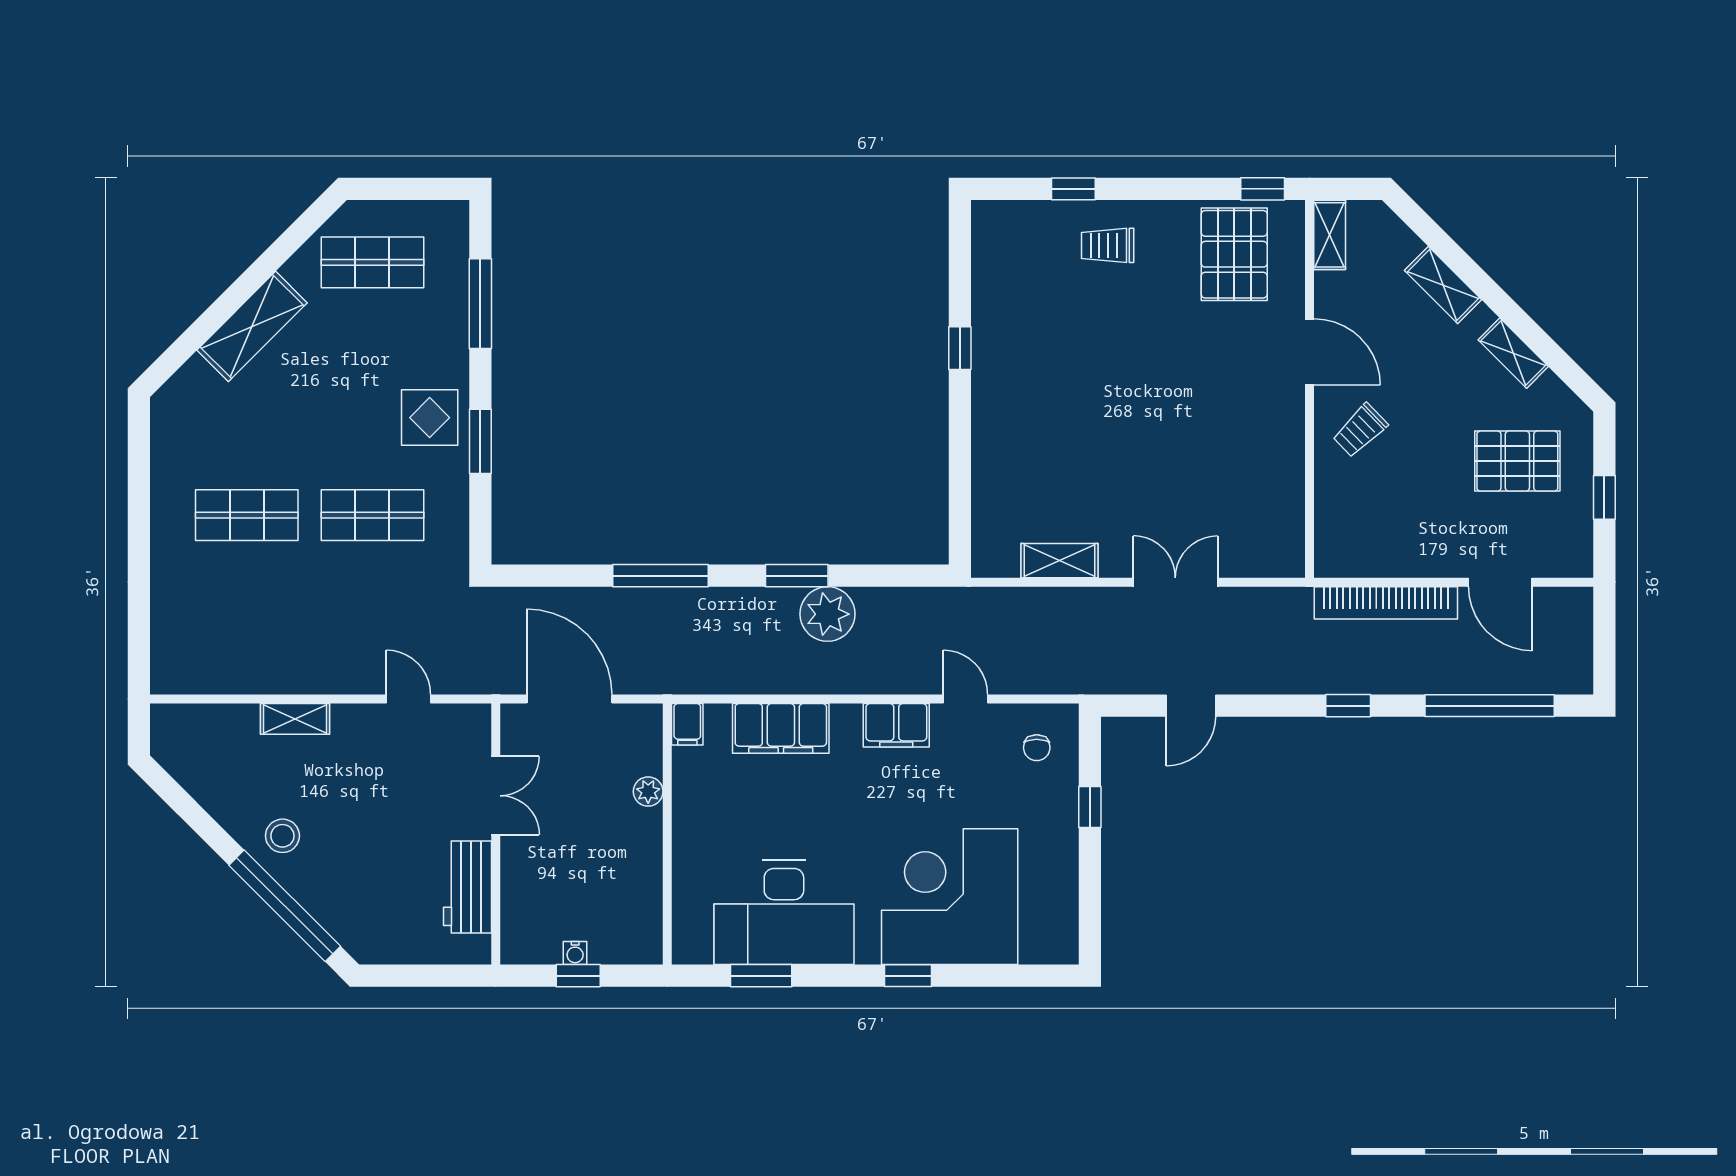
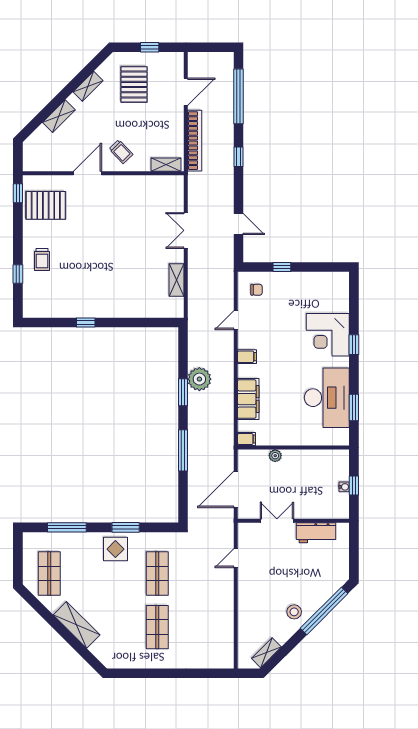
shelving: (1330, 235) -> (166, 165), moved
shelving: (295, 719) -> (266, 653), moved, turned 45
filing cabinet: (896, 725) -> (247, 357), width x0.50
corner desk: (950, 897) -> (328, 335), width x0.74, depth x0.74

